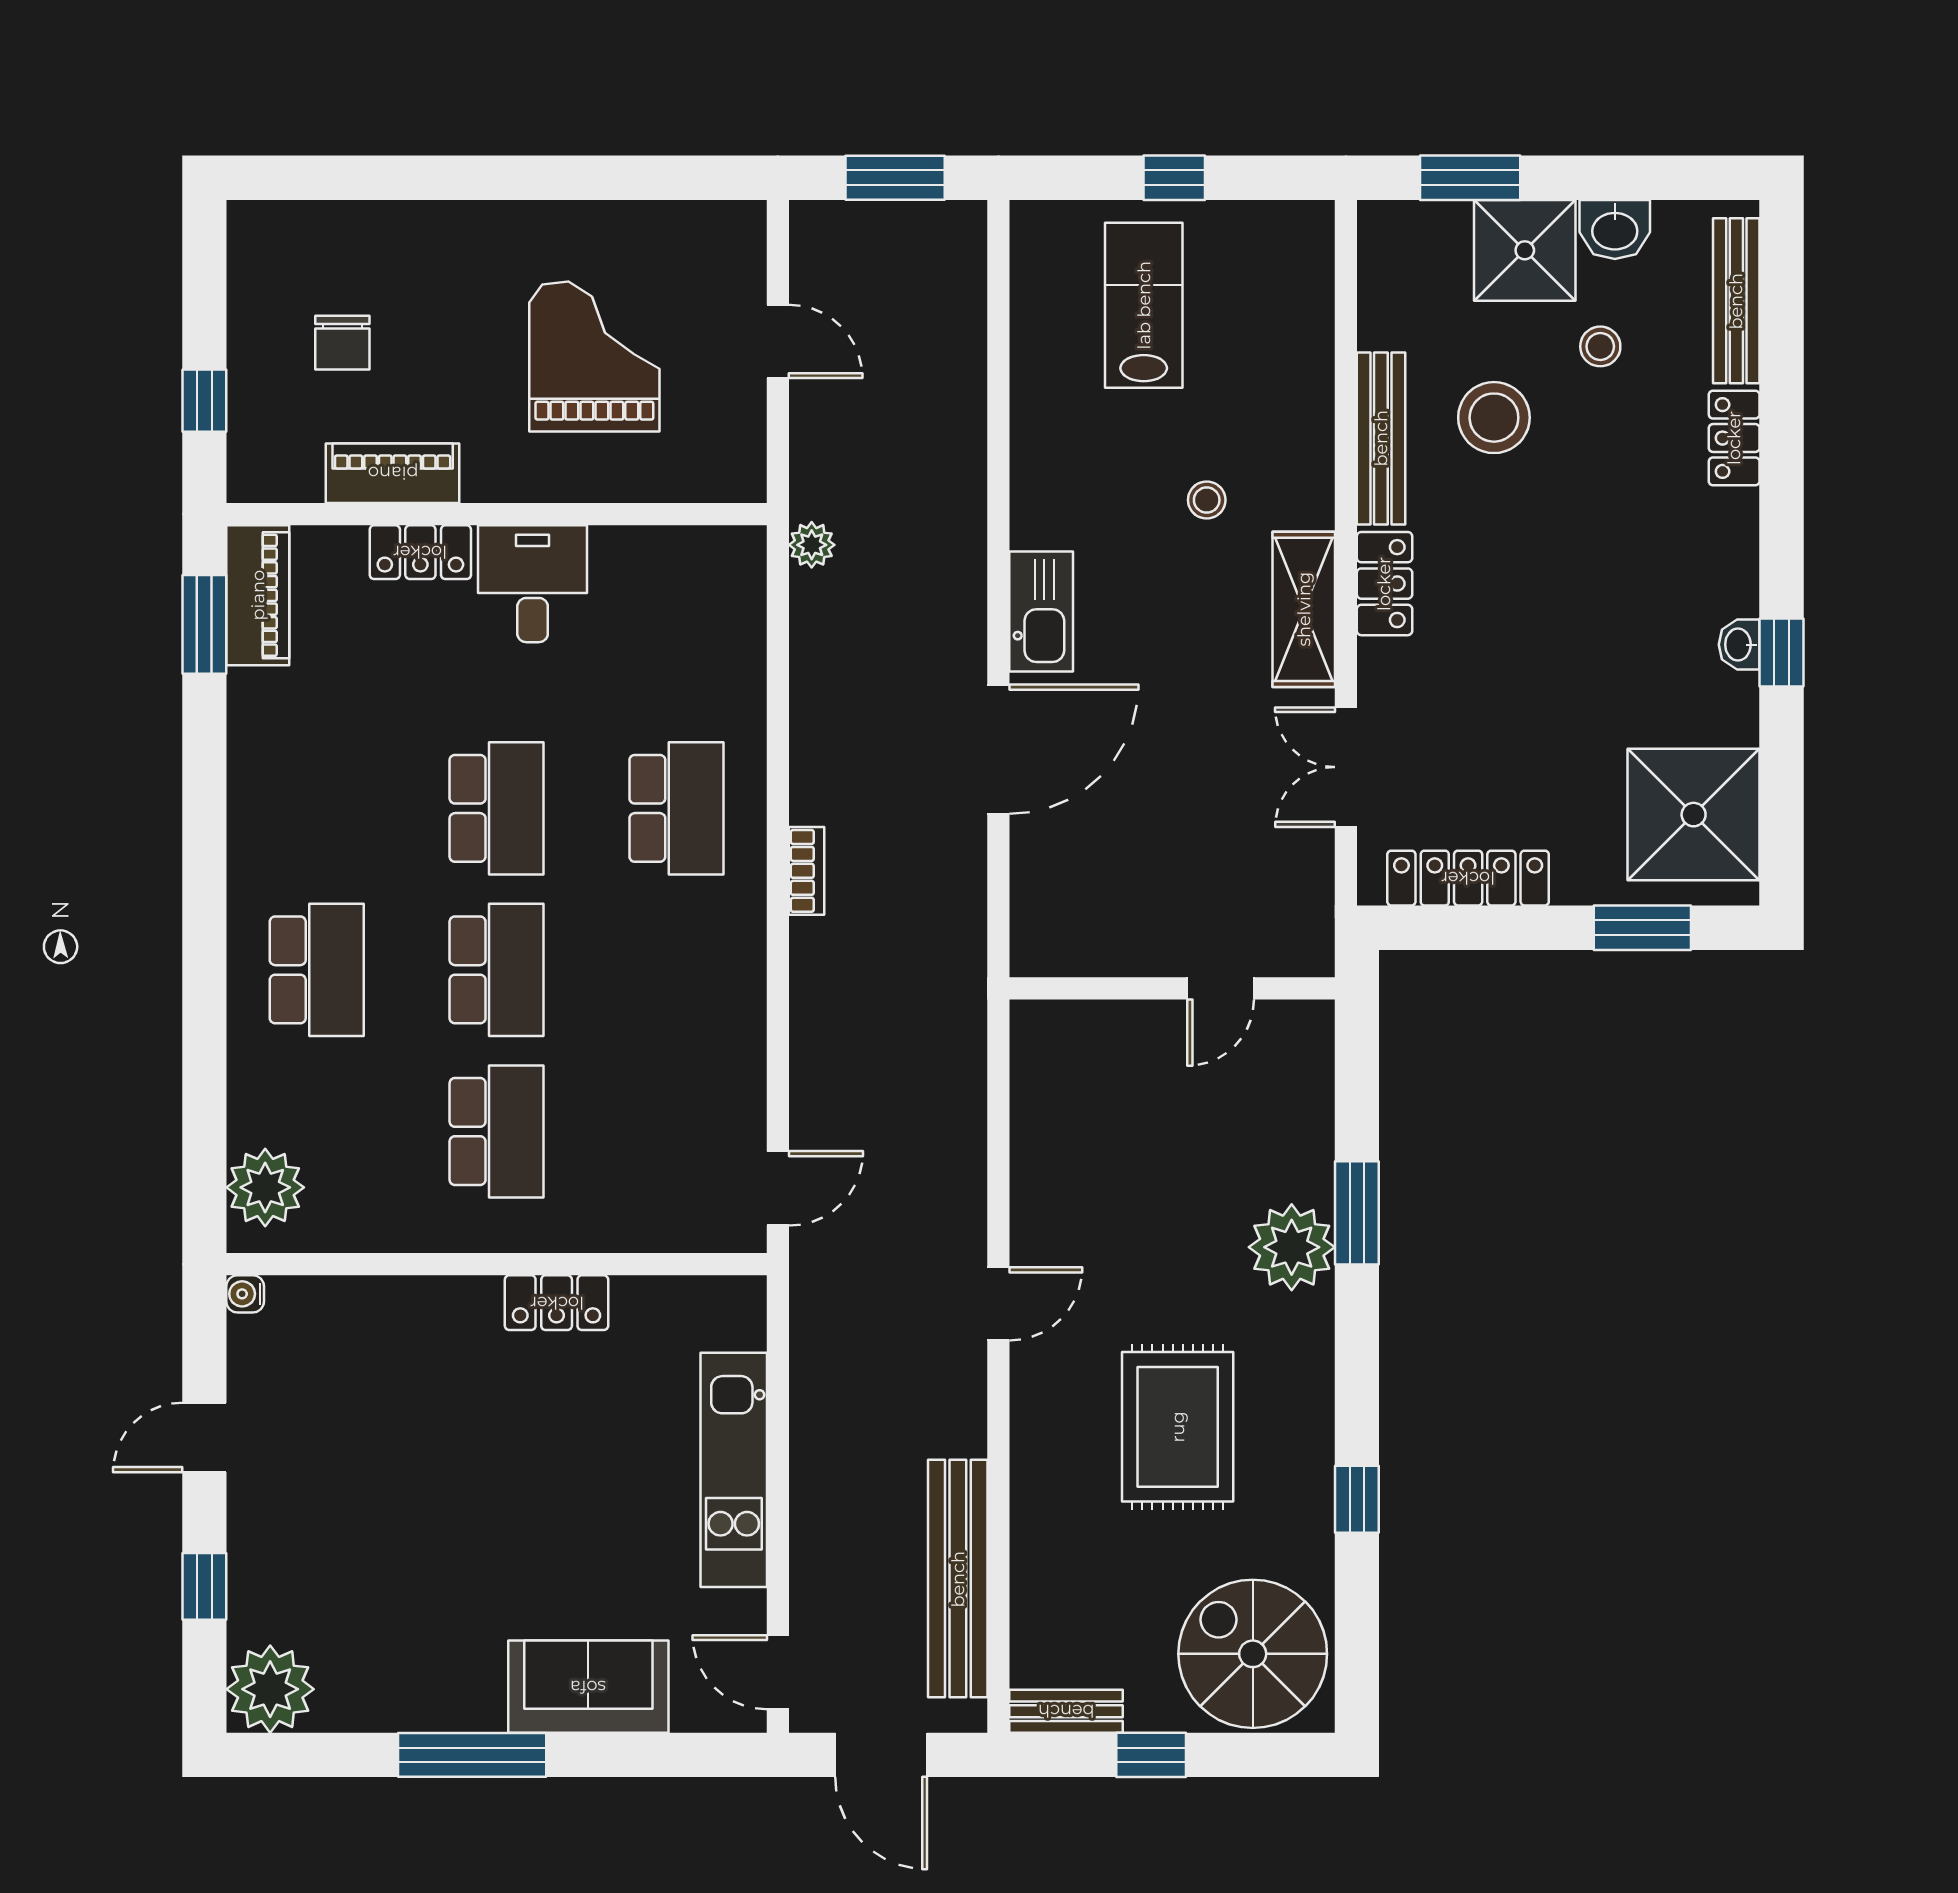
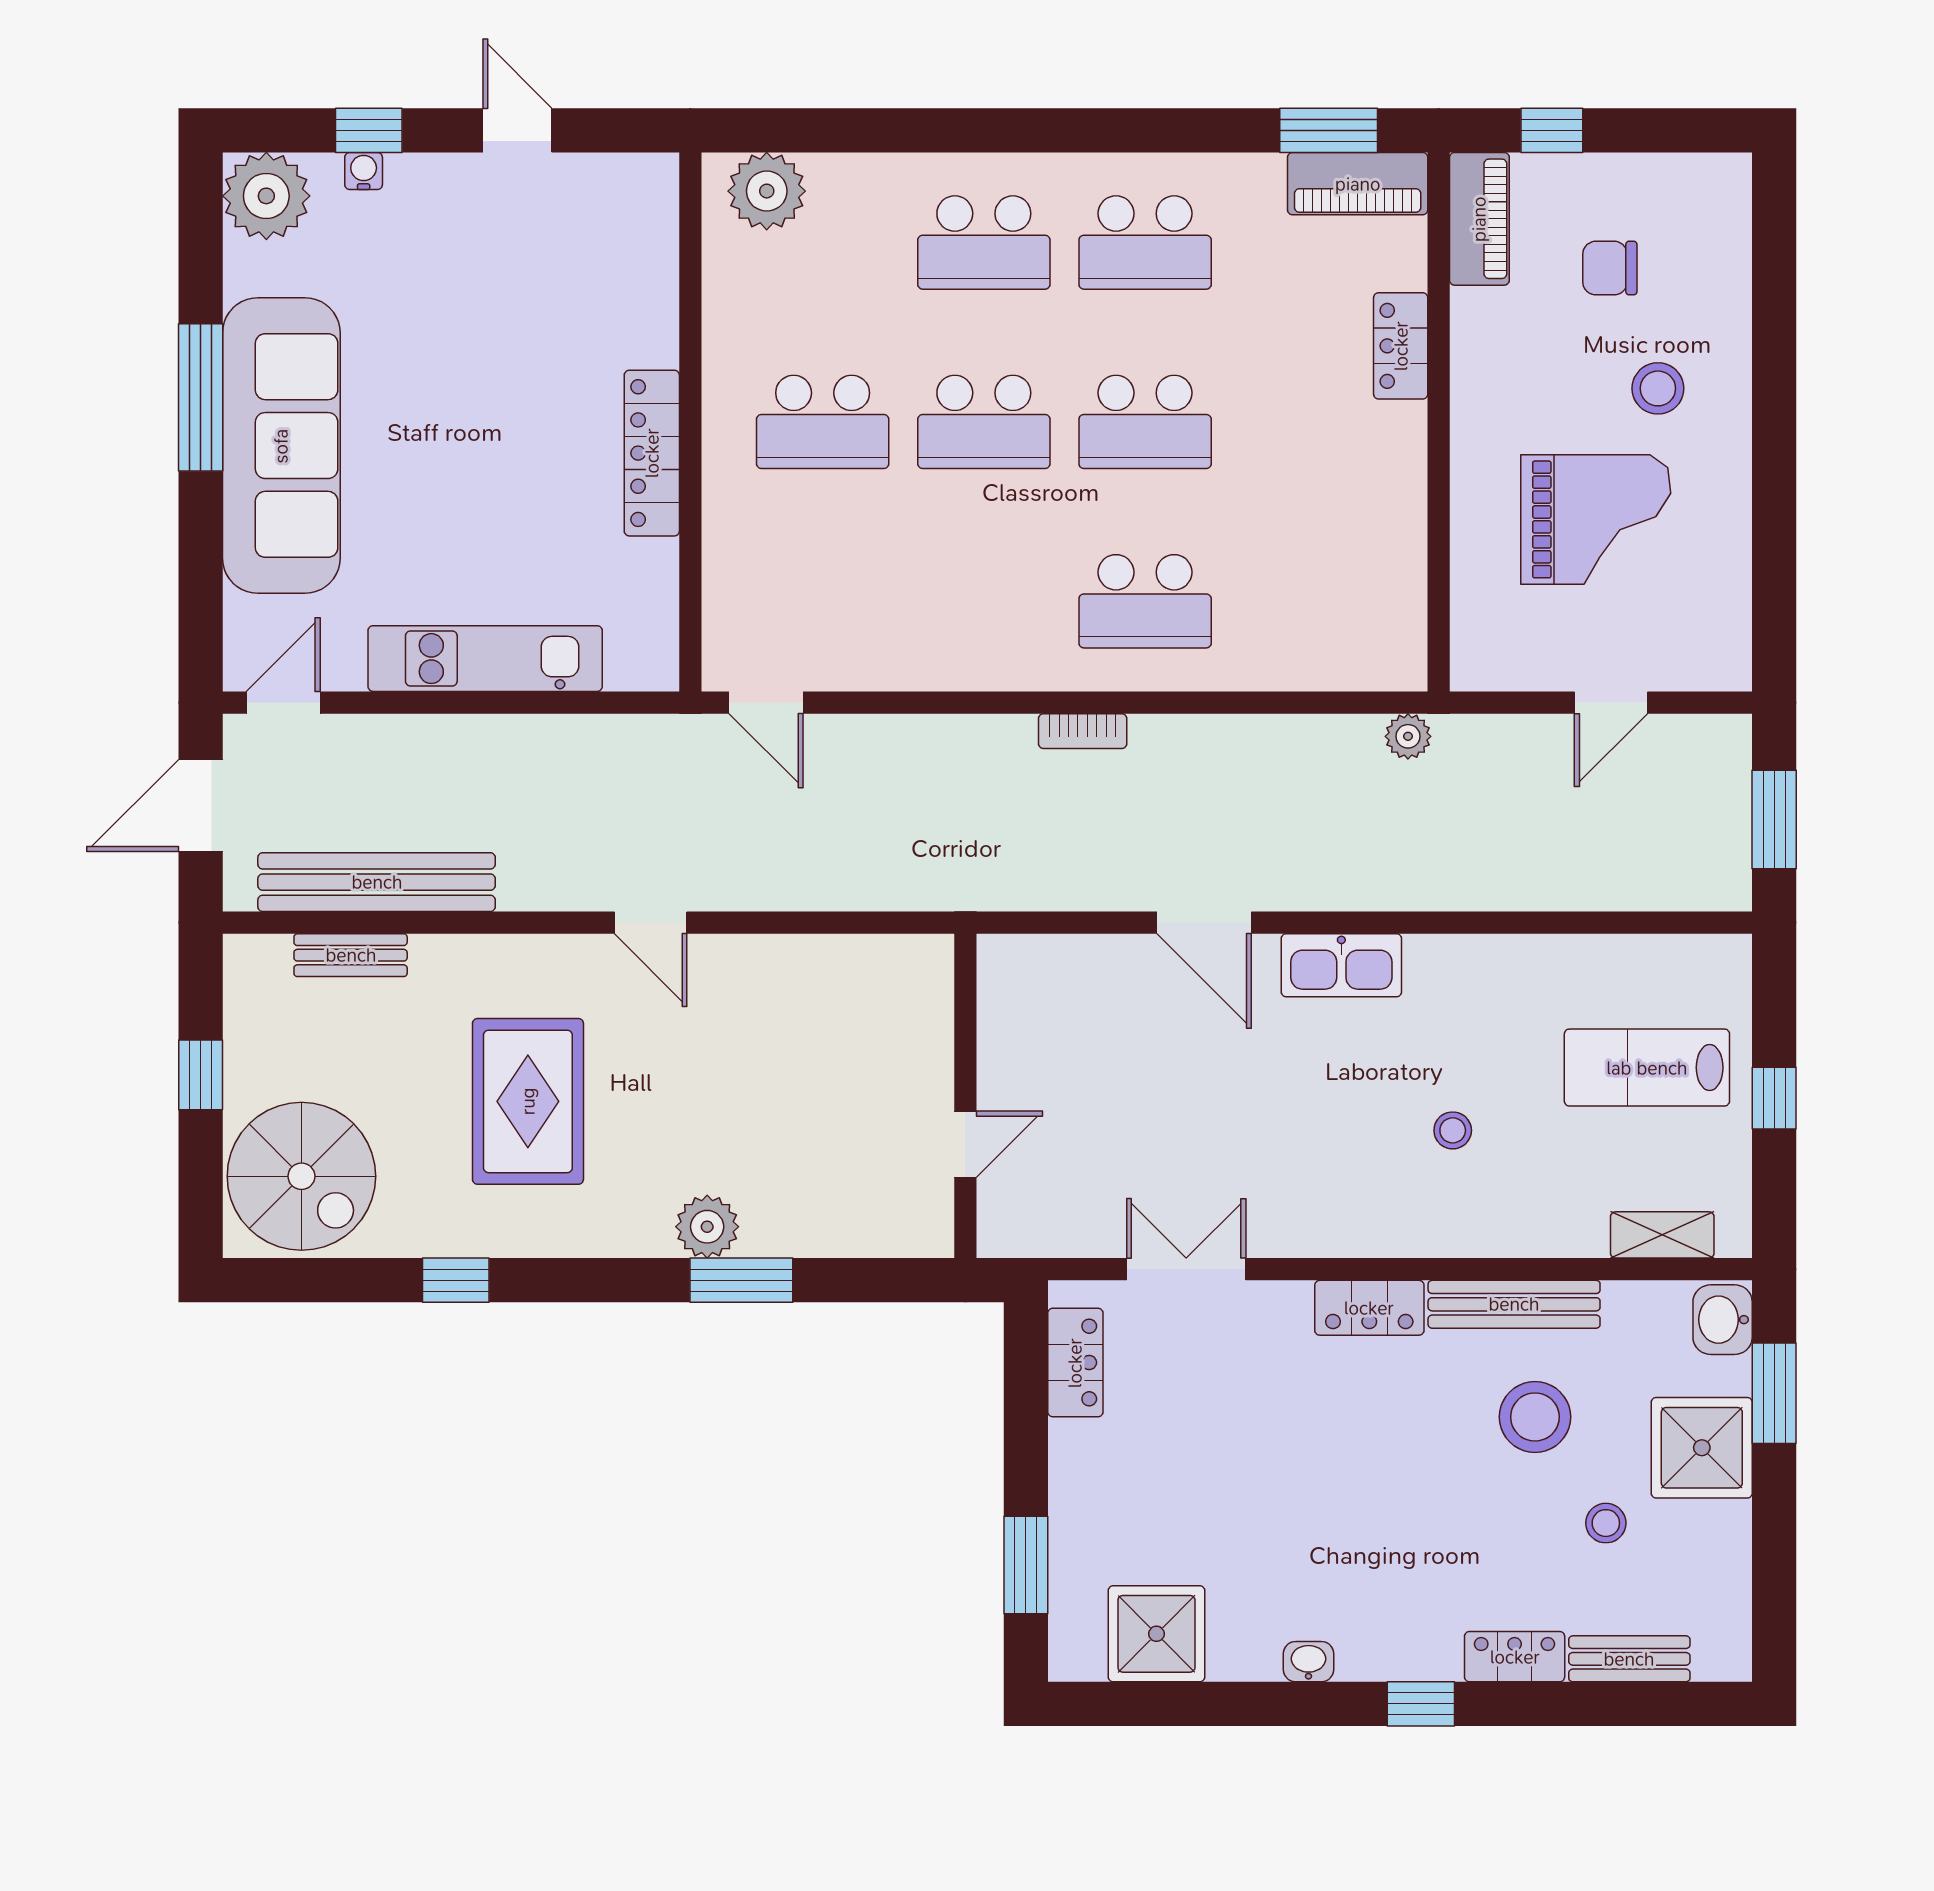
washbasin: (1615, 229) -> (1723, 1320), moved
stool: (463, 294) -> (1658, 388), added
bench: (1736, 301) -> (1629, 1659), width x0.73
lab bench: (1144, 305) -> (1647, 1068), turned 180
piano: (393, 473) -> (1479, 219), moved
desk: (533, 584) -> (1369, 458), removed
shelving: (1304, 609) -> (1662, 1235), moved, width x0.67, depth x0.75
window: (1782, 652) -> (1421, 1704), moved
door: (998, 749) -> (1204, 923), width x0.73
school desk: (317, 808) -> (1145, 243), added
shower: (1694, 815) -> (1156, 1634), width x0.73, depth x0.73
locker: (1468, 878) -> (1075, 1363), width x0.66
door: (1221, 988) -> (965, 1144), swing flipped
plant: (1292, 1247) -> (707, 1227), width x0.73, depth x0.73
water cooler: (245, 1294) -> (364, 171), moved
locker: (557, 1303) -> (652, 453), width x1.53
rug: (1178, 1427) -> (528, 1101), turned 90
spiral stairs: (1253, 1654) -> (301, 1176), turned 90
sofa: (588, 1687) -> (281, 446), width x1.85, depth x1.27
bench: (1066, 1711) -> (351, 955), moved, turned 90

